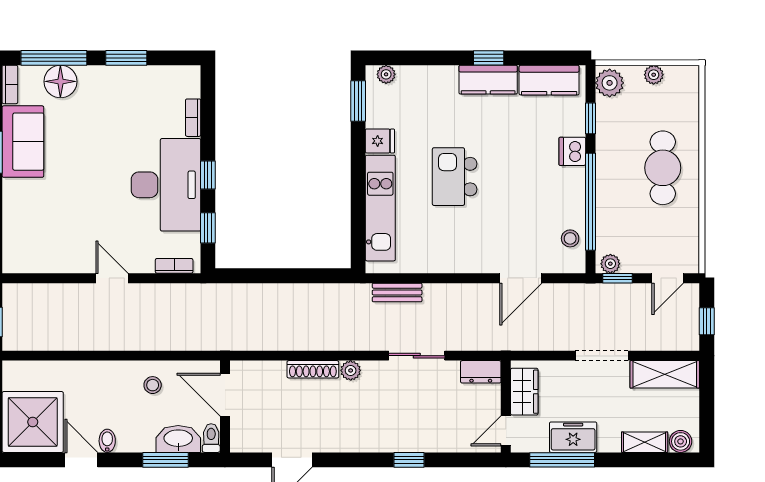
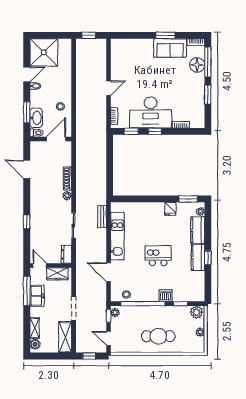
kitchen counter: (549, 80) -> (198, 230), moved
kitchen island: (455, 177) -> (158, 256), moved
kitchen unit: (380, 208) -> (117, 236), moved, turned -90

